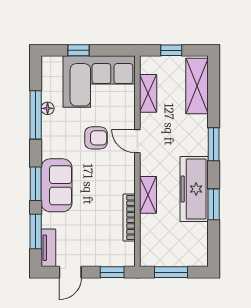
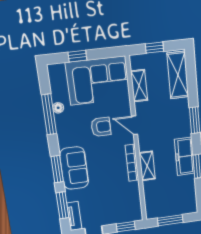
freezer: (194, 189) -> (185, 156), width x0.73, depth x0.79
bookcase: (129, 218) -> (132, 163), moved

